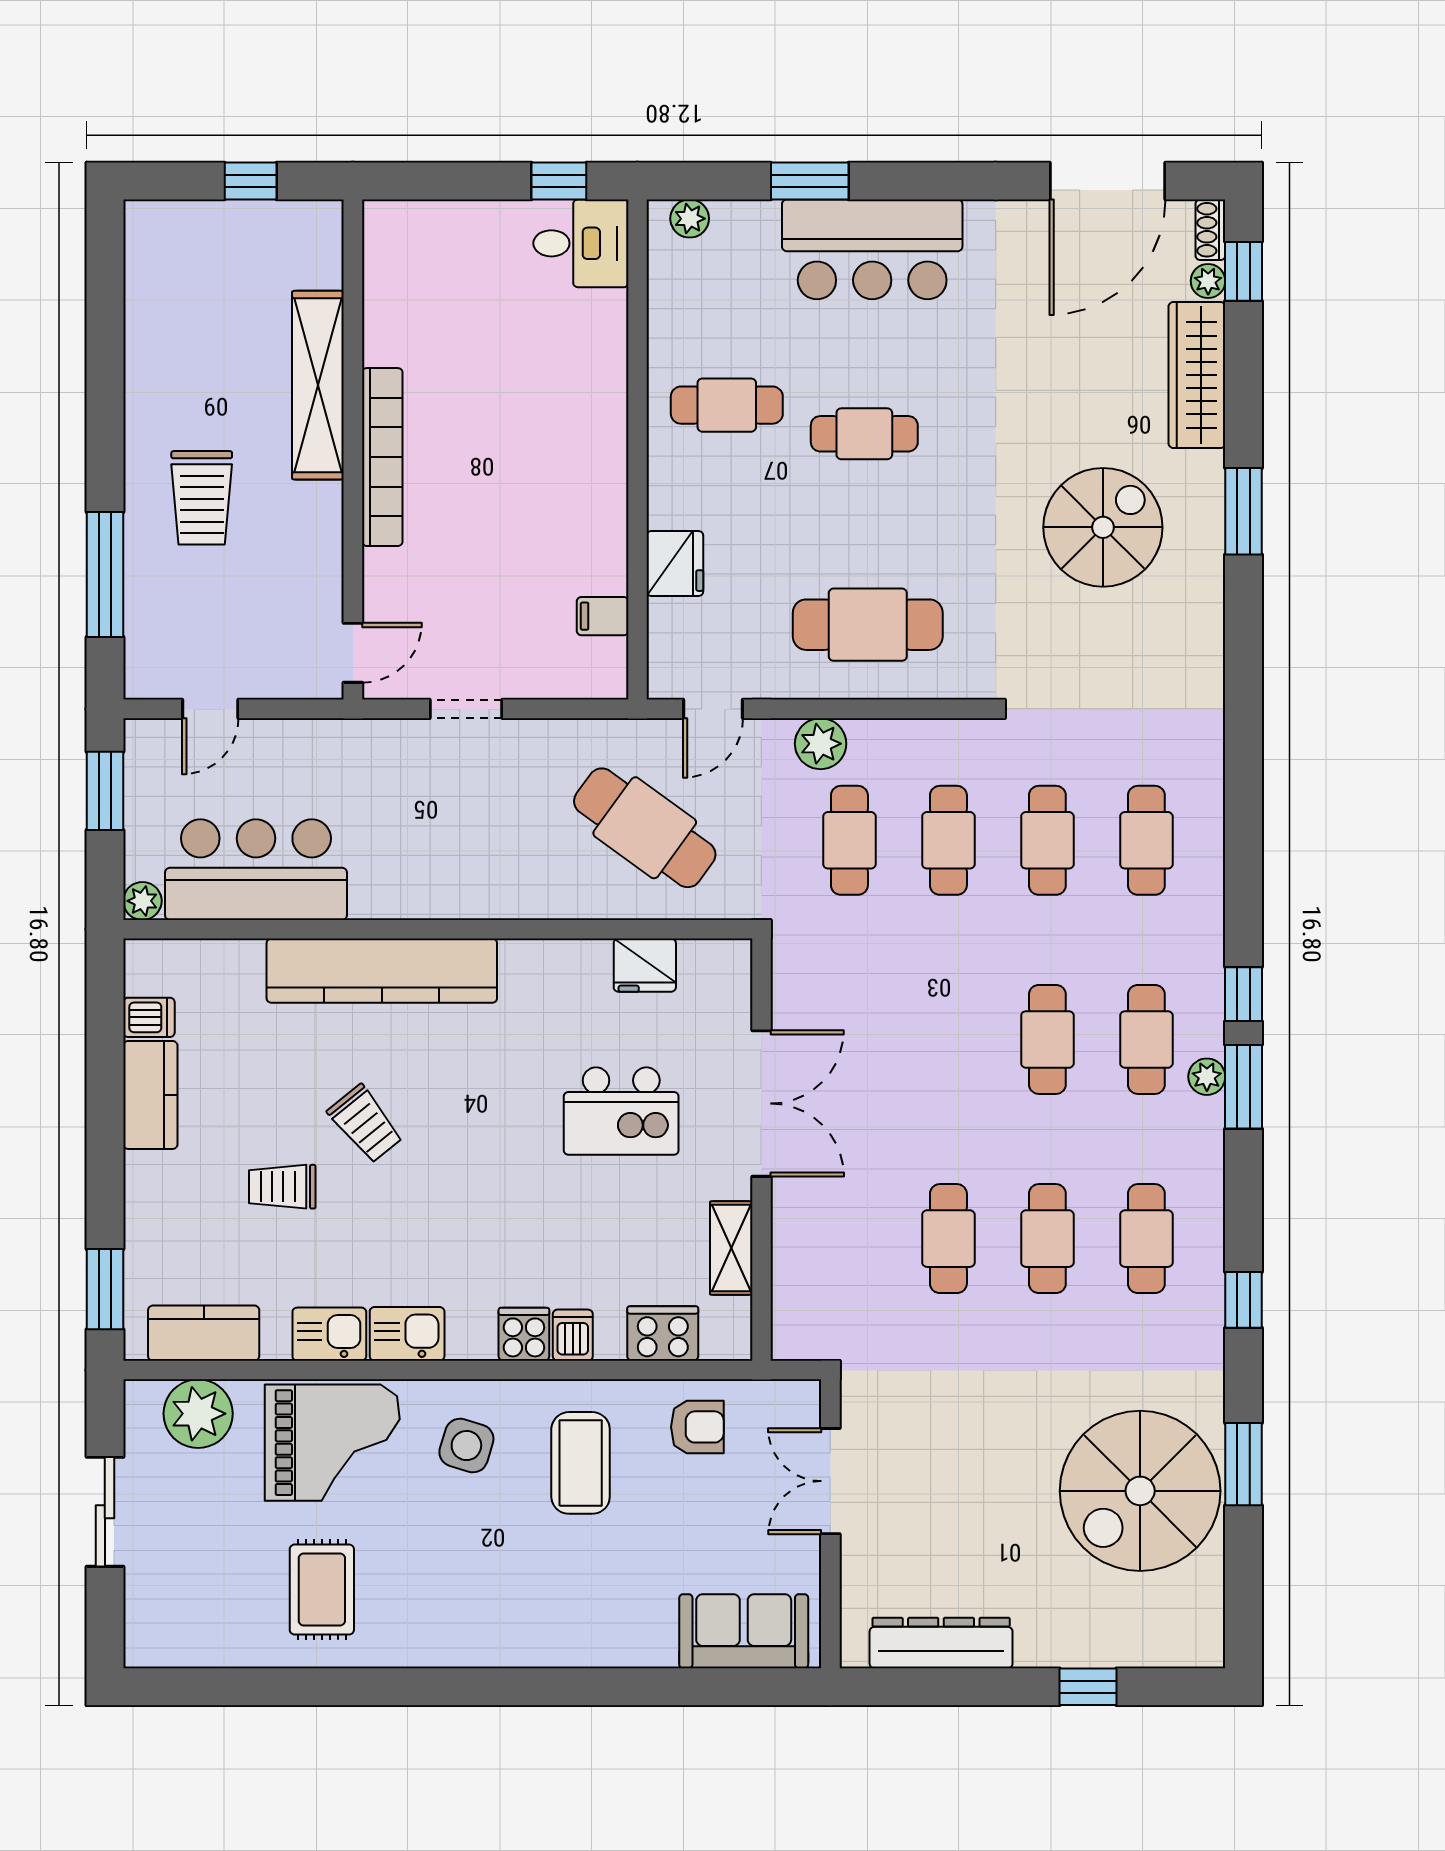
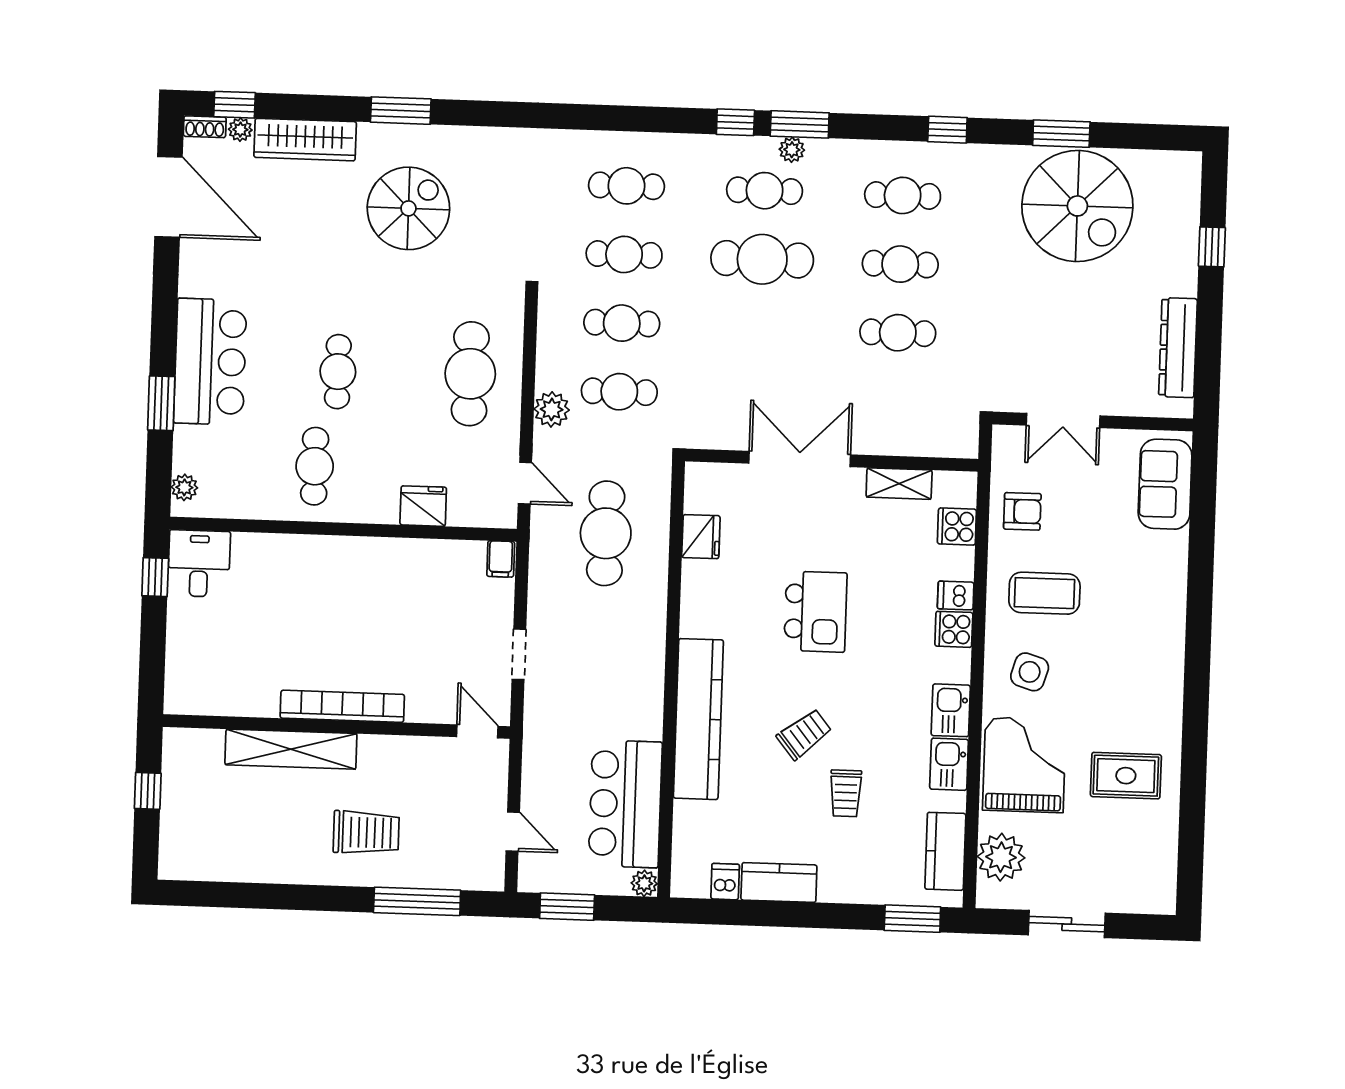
spiral stairs: (1103, 527) -> (408, 208), turned 90
filing cabinet: (603, 616) -> (501, 559), moved
cafe table: (645, 828) -> (606, 533), turned -36
cafe table: (1047, 1039) -> (762, 259), width x1.37, depth x1.35
kitchen island: (621, 1111) -> (815, 612), moved
cooker: (663, 1333) -> (957, 527), width x0.73
armchair: (697, 1427) -> (1022, 511), turned 90

